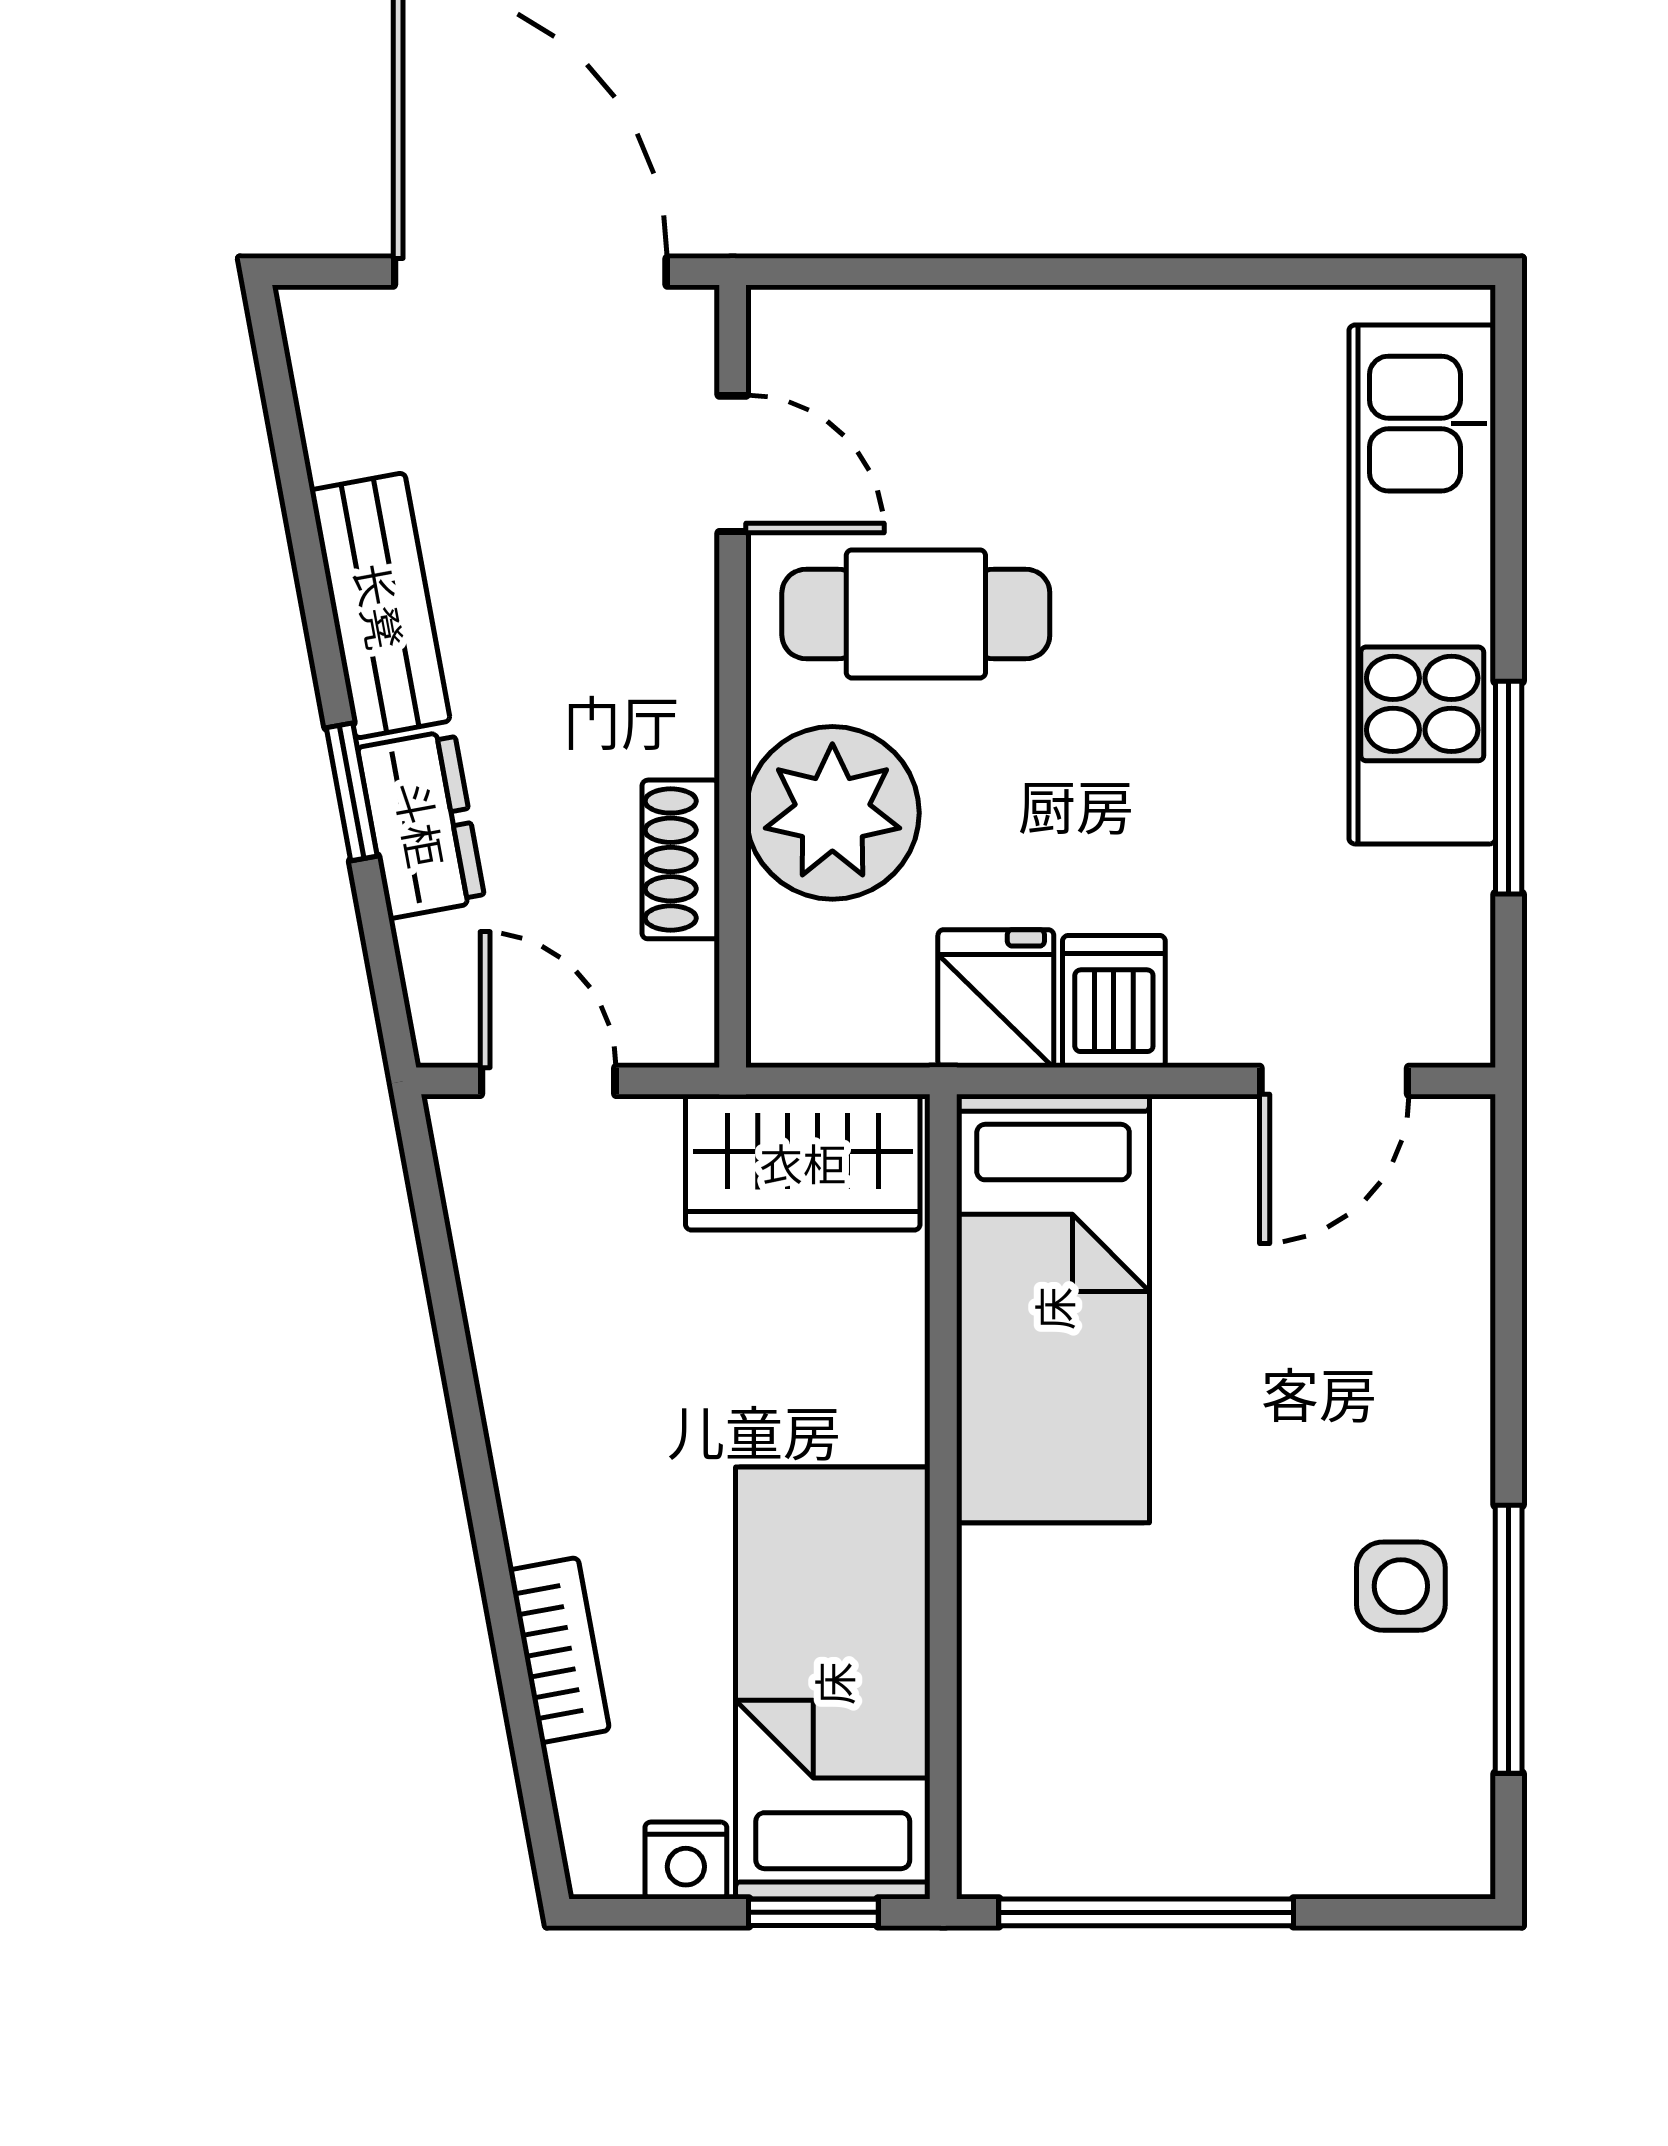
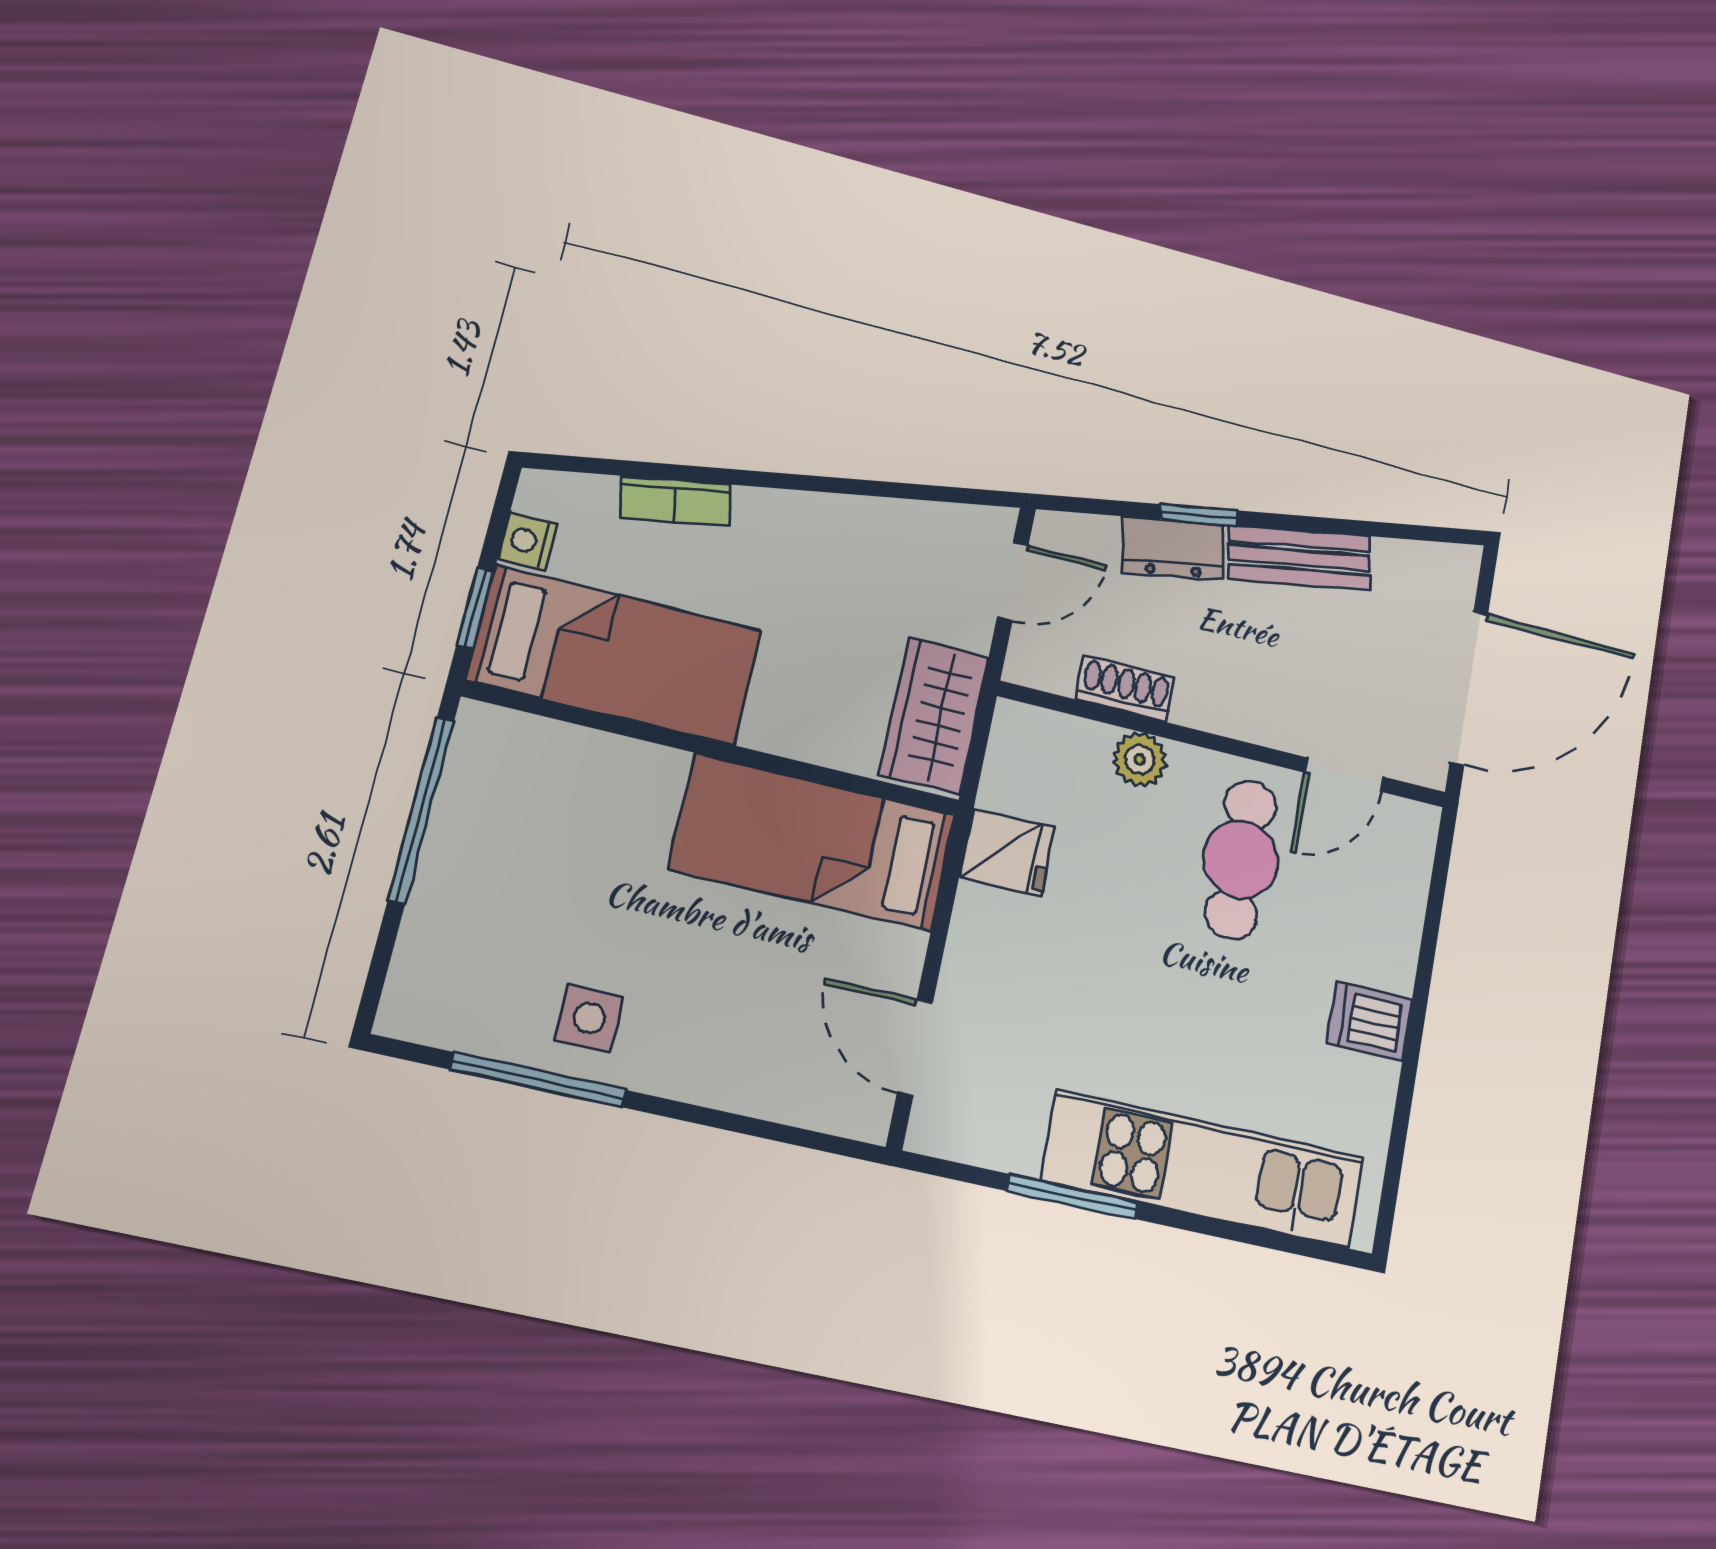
plant: (832, 813) -> (1140, 759), width x0.53, depth x0.53
dishwasher: (1114, 1001) -> (1370, 1022), moved, turned 180

